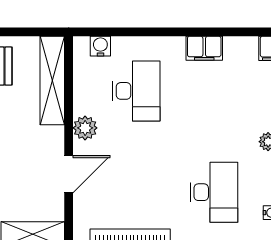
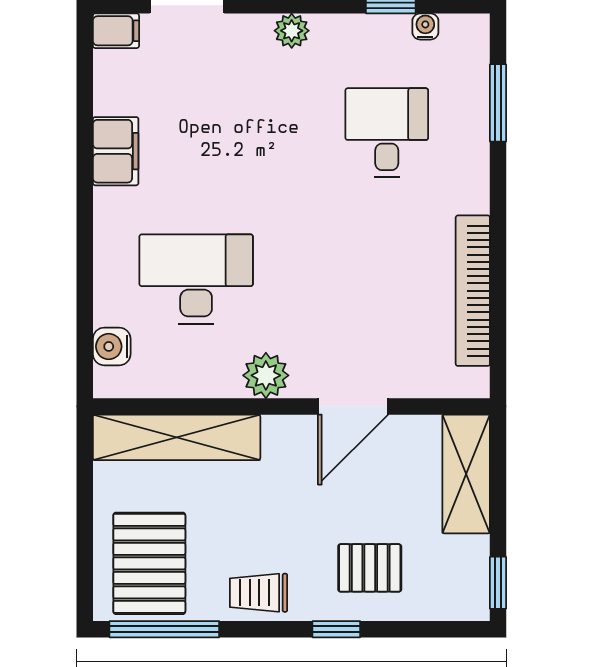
door: (69, 174) -> (353, 406), swing flipped
desk: (214, 192) -> (387, 133), width x0.73

